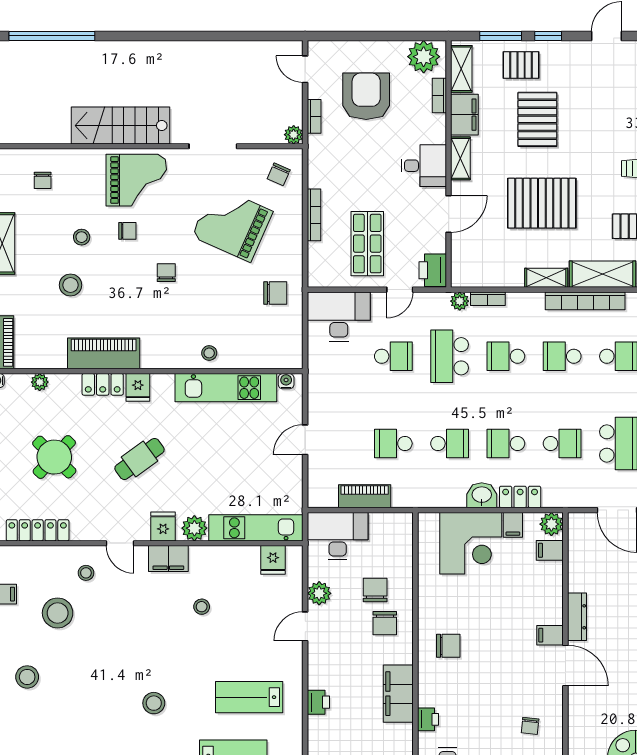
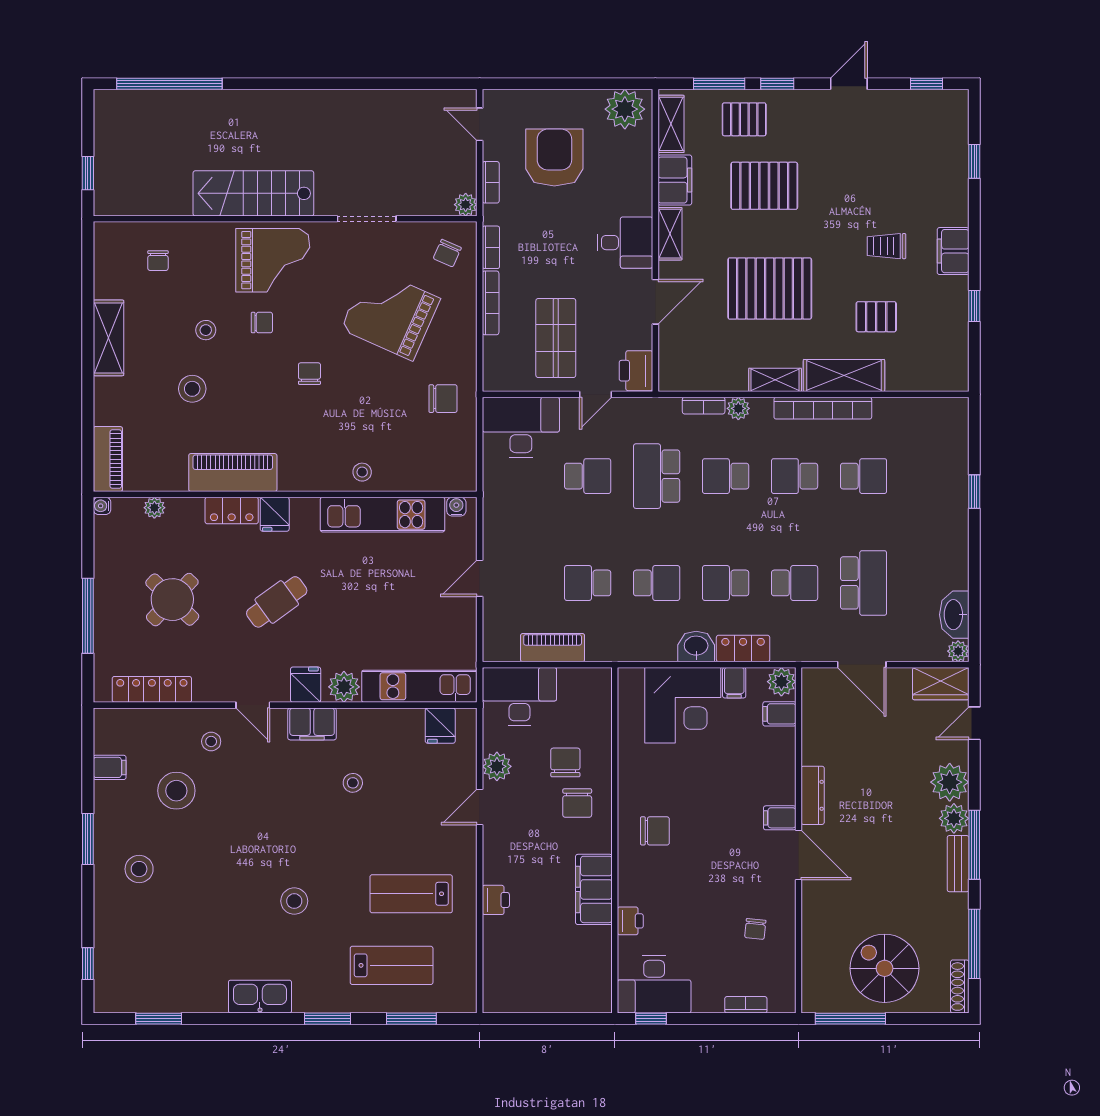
bookcase: (439, 96) -> (491, 247), moved, turned 180
pallet: (537, 119) -> (764, 186), turned 90
plant: (460, 301) -> (738, 408), moved

